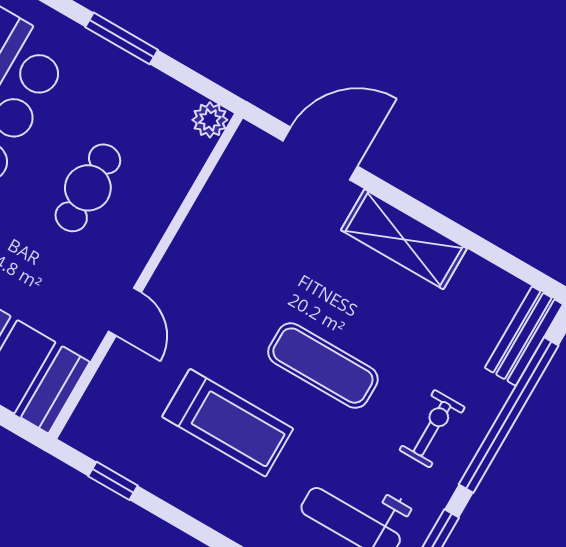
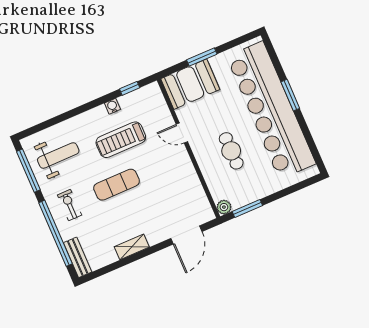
window: (122, 38) -> (247, 208), moved
shelving: (404, 239) -> (132, 247), width x0.67, depth x0.75
exercise bike: (432, 429) -> (70, 205), turned 180
water cooler: (174, 488) -> (112, 106), added

